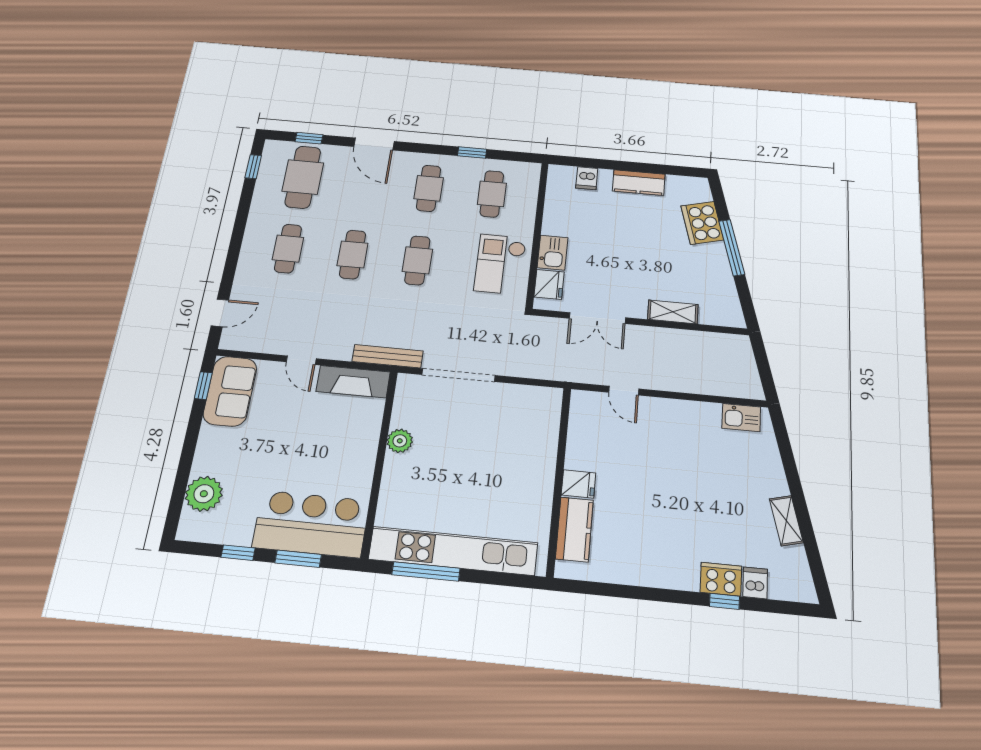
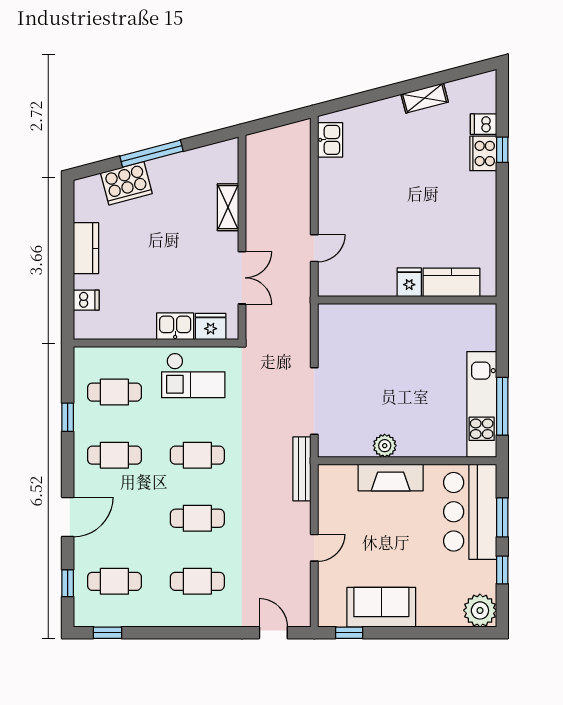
cafe table: (303, 177) -> (114, 581), width x0.73, depth x0.74
fireplace: (353, 382) -> (391, 477), moved, turned 90
sofa: (230, 391) -> (381, 607), moved
plant: (204, 494) -> (480, 610), moved
kitchen unit: (453, 551) -> (482, 404), width x0.73

